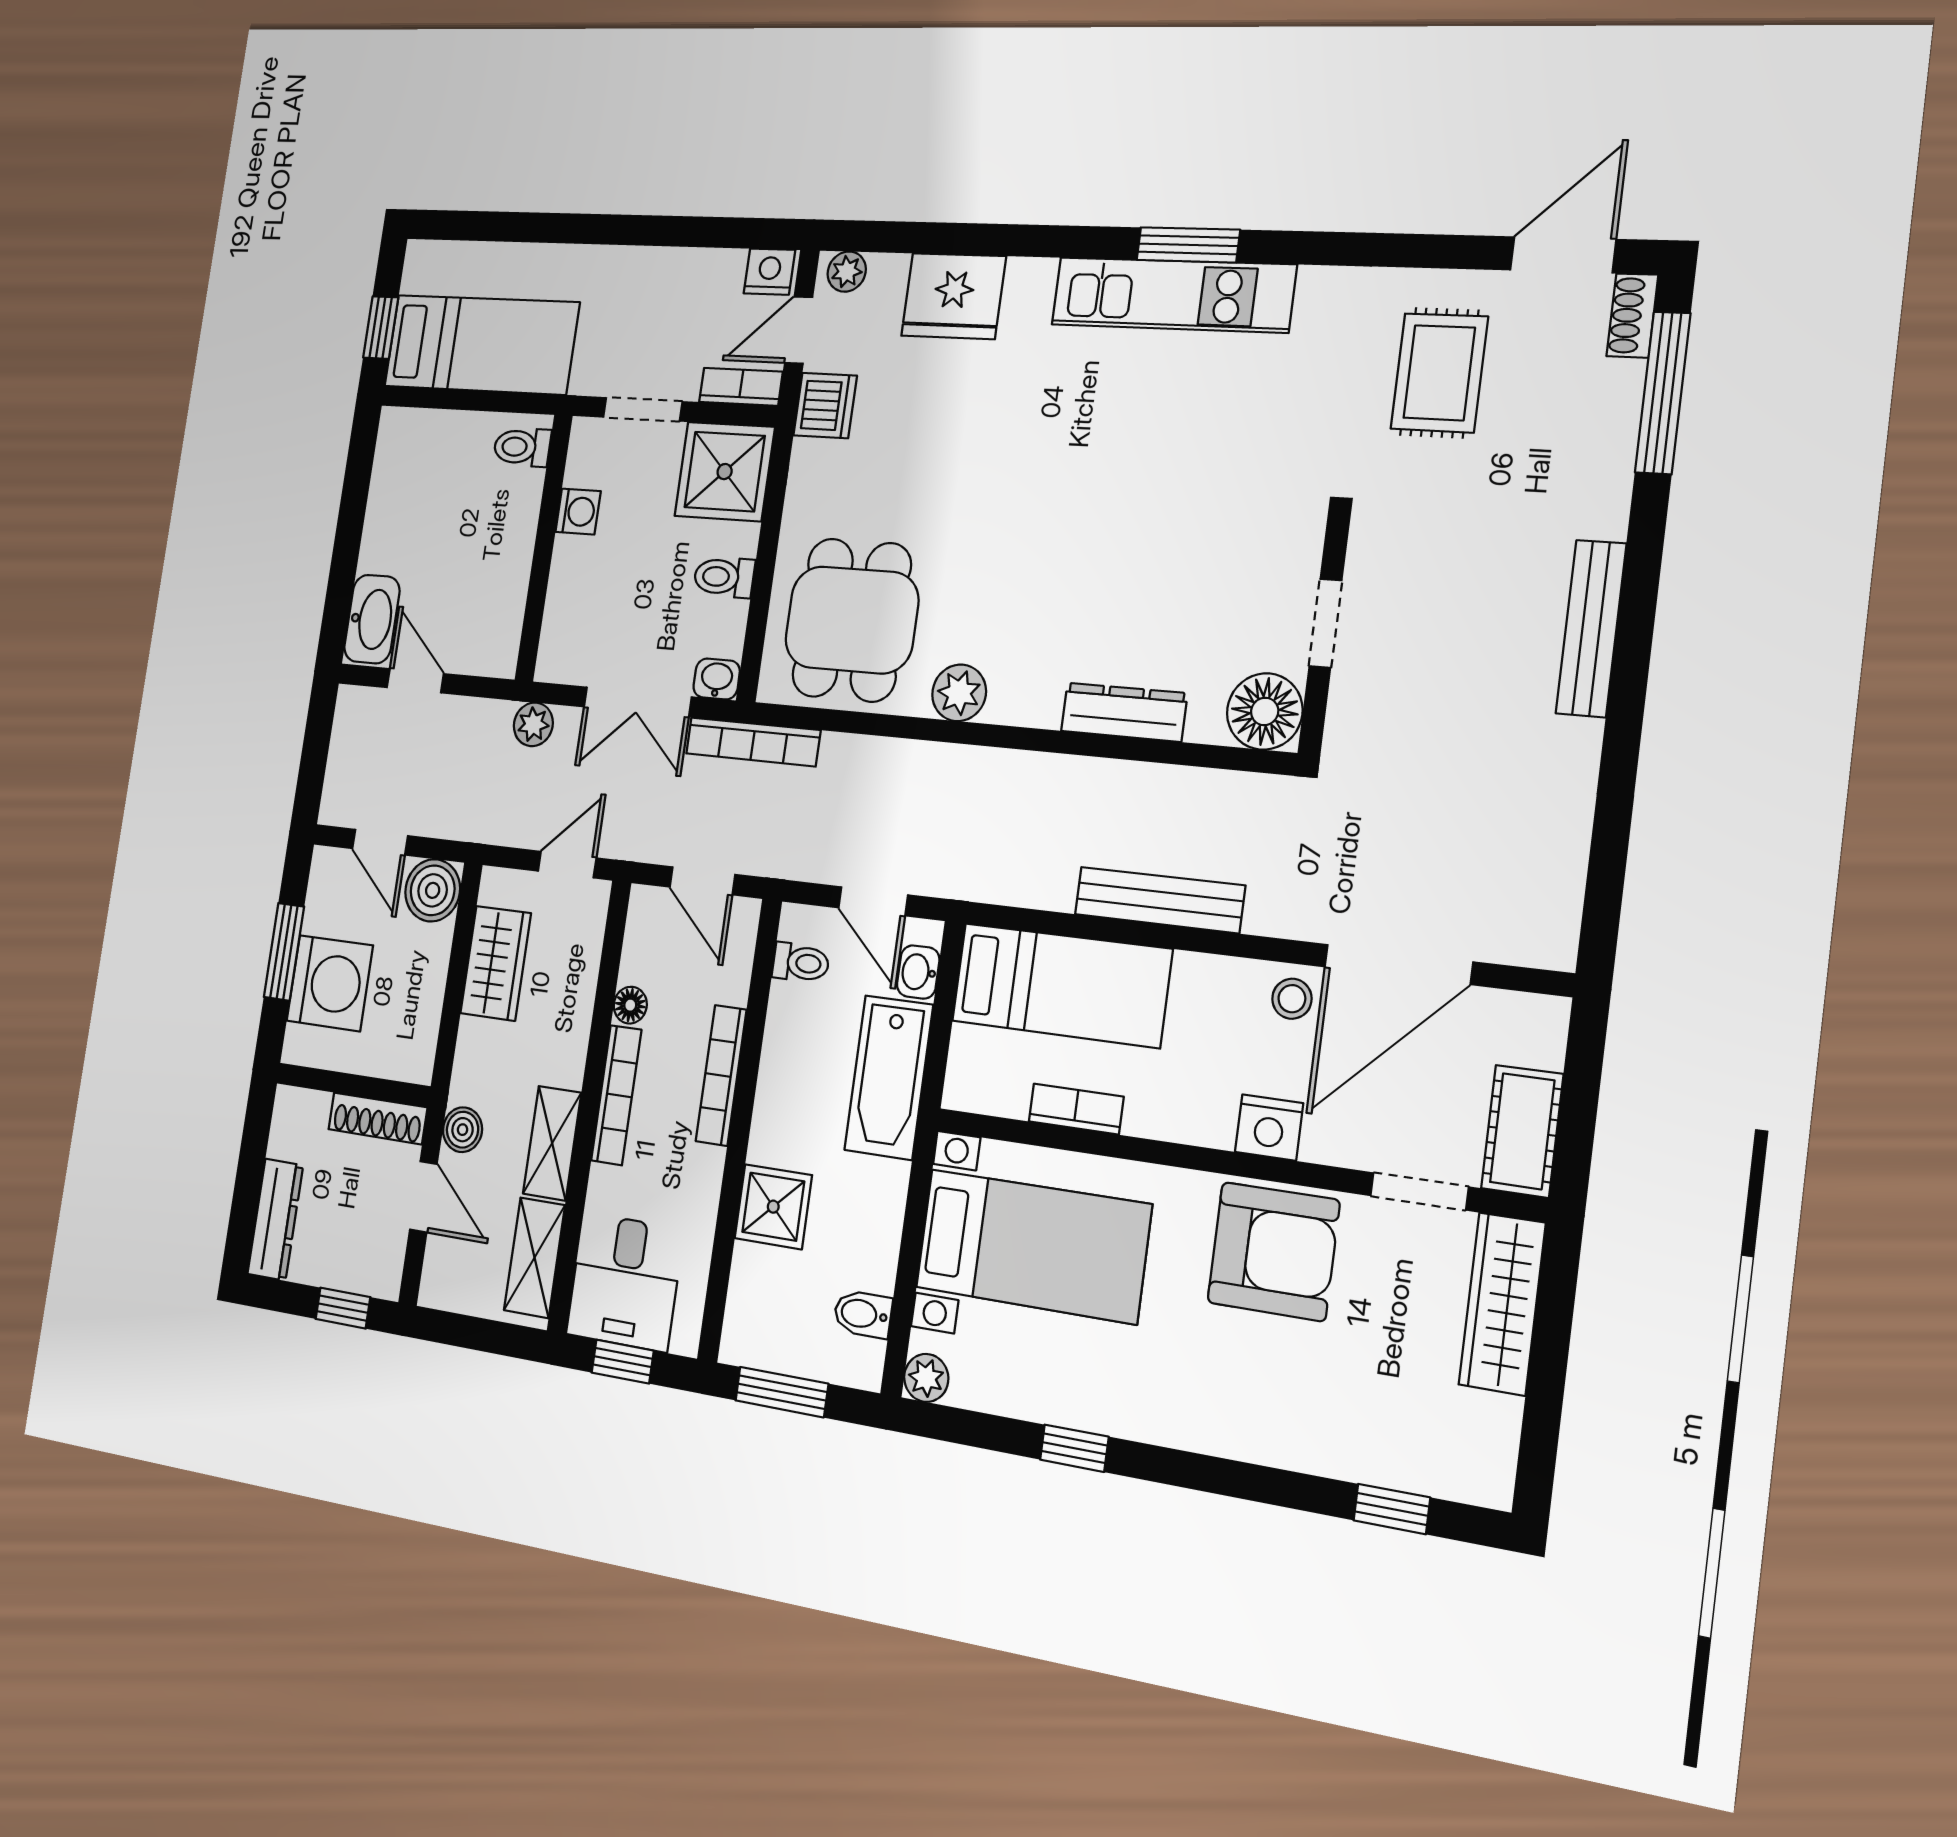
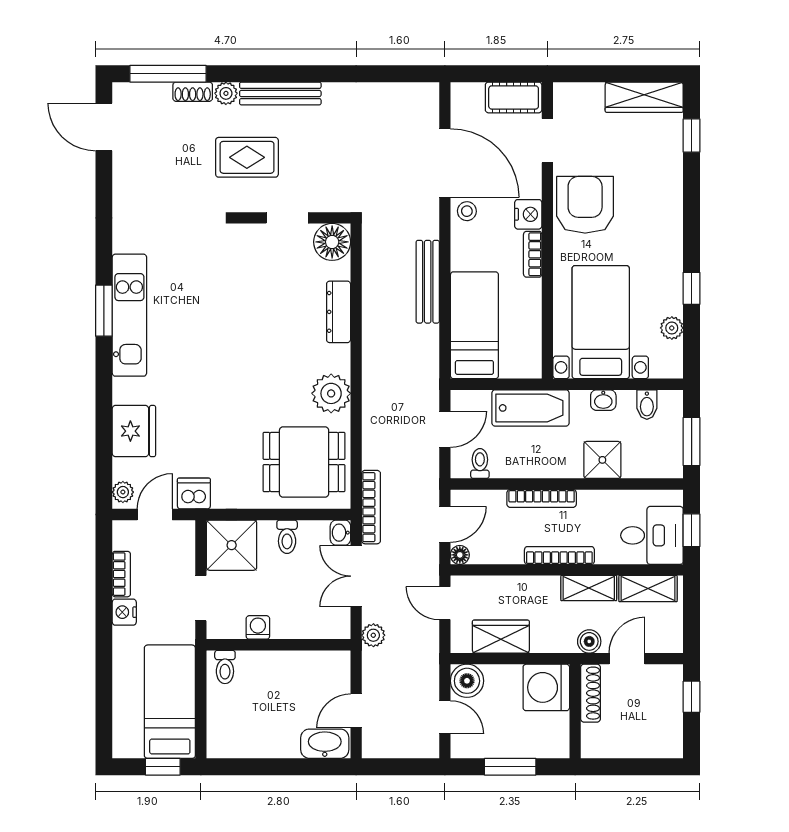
nightstand: (769, 272) -> (124, 612), moved
shoe rack: (1632, 316) -> (193, 92), moved
door: (799, 330) -> (155, 514), swing flipped
rug: (1439, 373) -> (247, 157), moved
bookcase: (741, 387) -> (121, 574), moved, turned 180
plant: (1605, 513) -> (226, 93), added
plant: (959, 693) -> (331, 393), width x1.36, depth x1.36
double door: (637, 702) -> (356, 576), swing flipped
door: (380, 842) -> (445, 717), hinge flipped
washbasin: (918, 972) -> (603, 400), moved
washing machine: (330, 983) -> (546, 687), moved, turned -90
floor lamp: (630, 1005) -> (460, 555), moved
bookcase: (1076, 1109) -> (533, 254), moved
dresser: (275, 1220) -> (652, 746), removed
wardrobe: (1502, 1304) -> (644, 97), moved
plant: (926, 1378) -> (672, 328), moved

